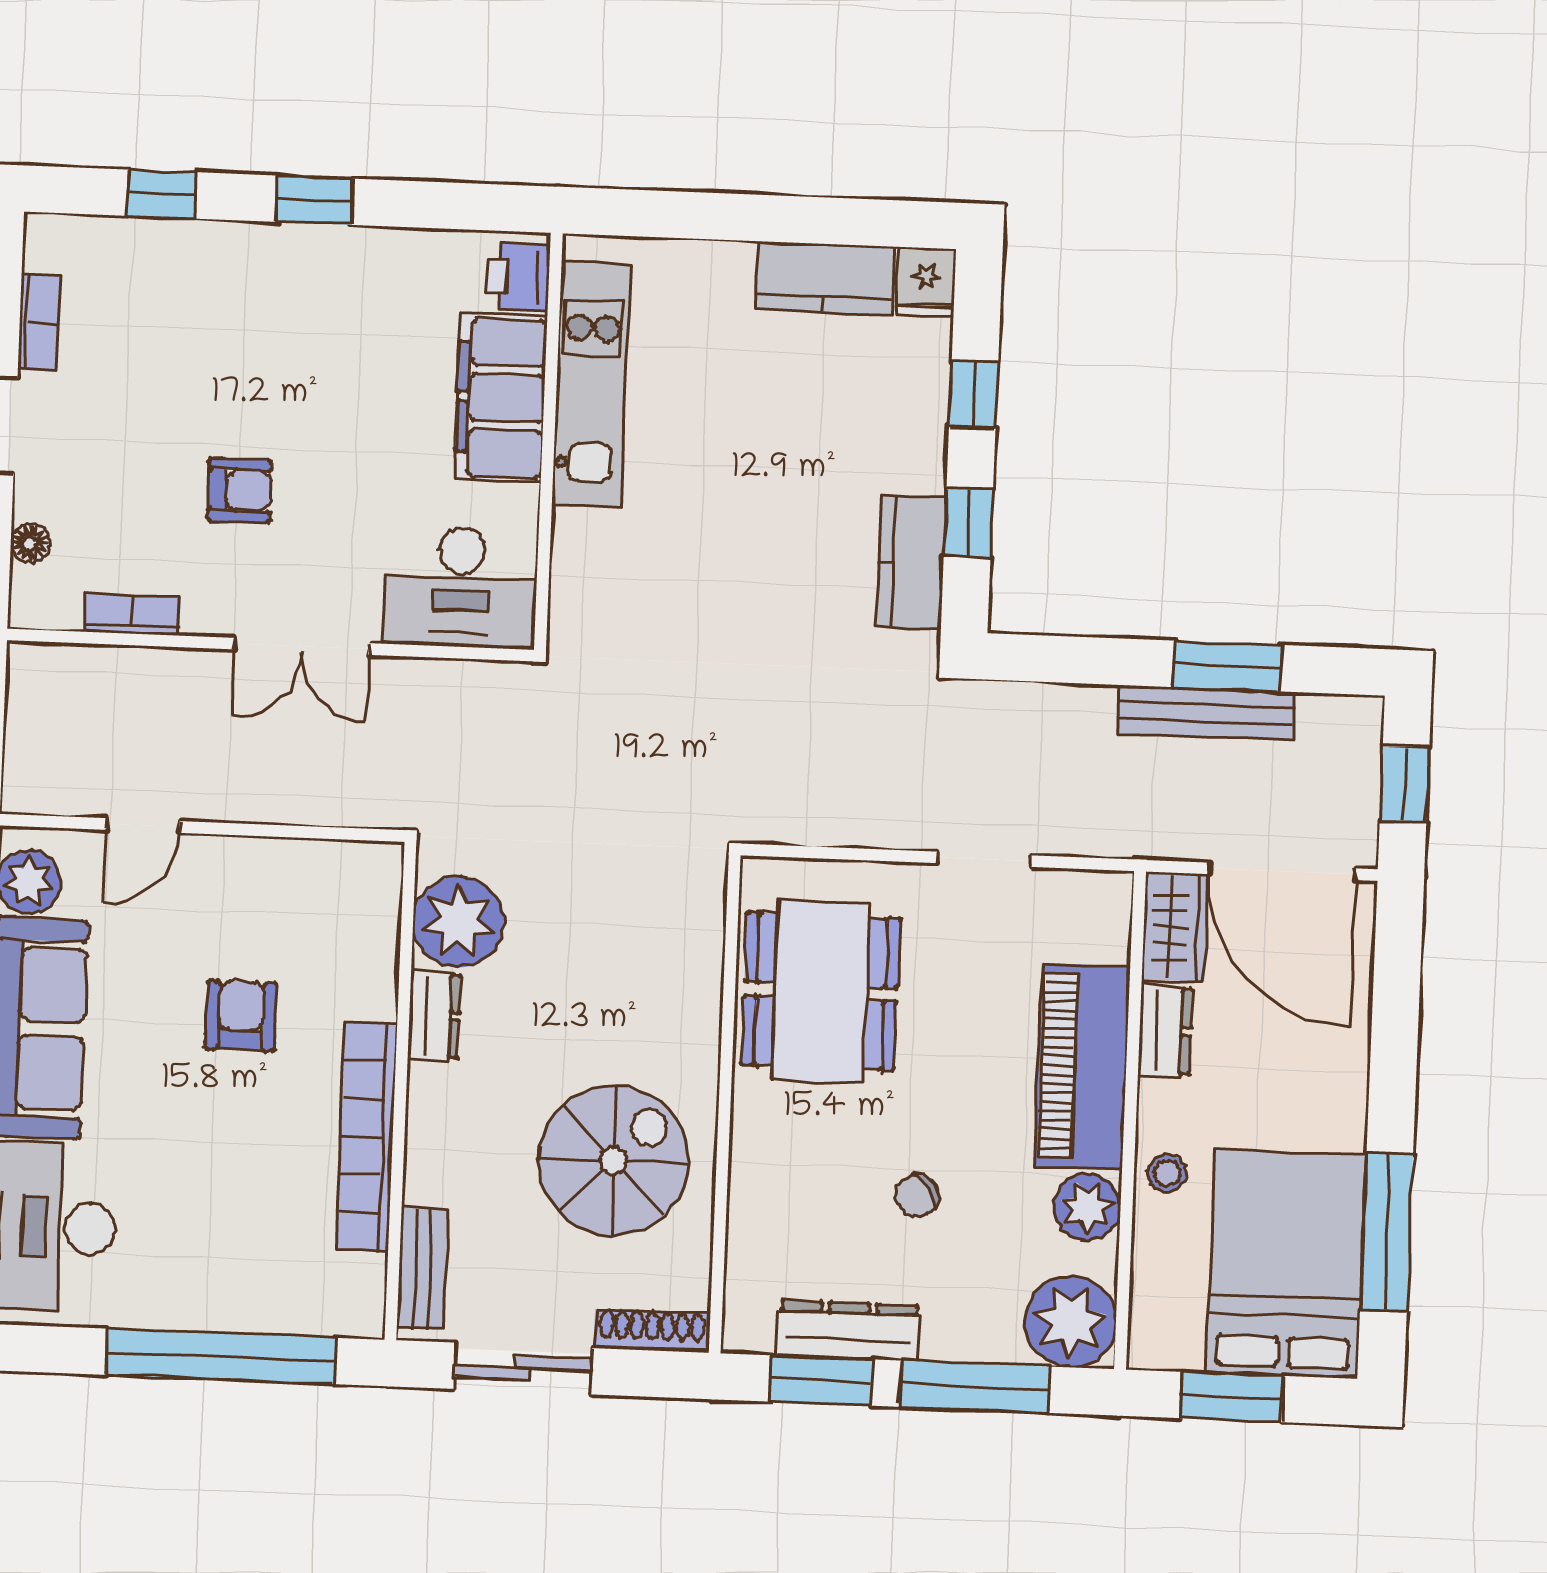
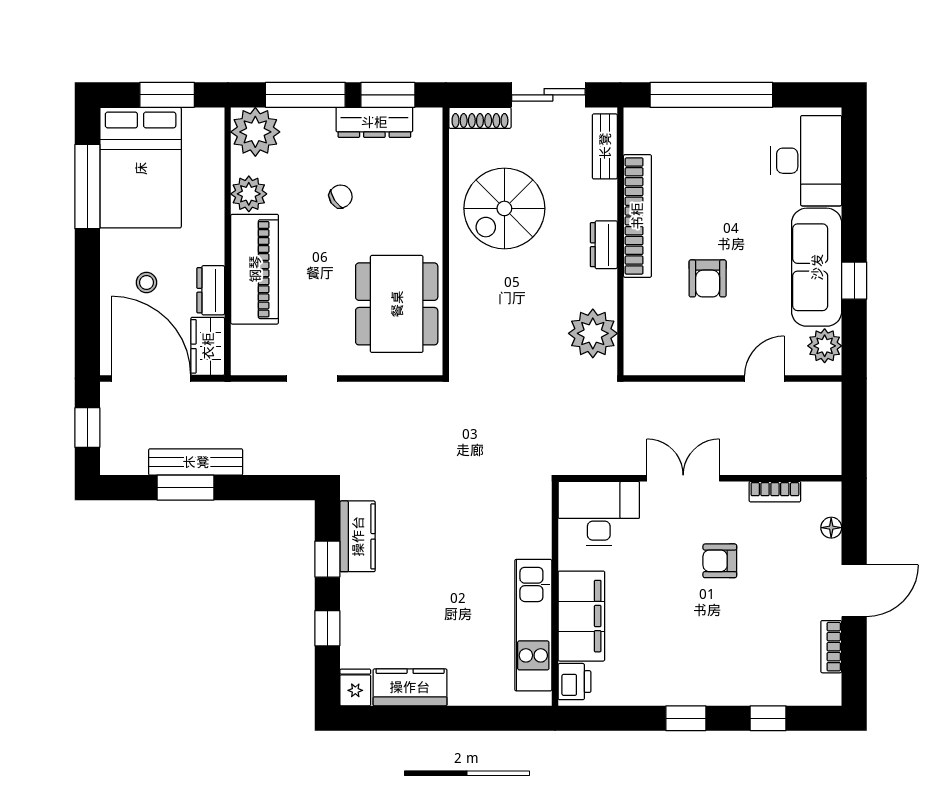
dresser: (434, 1016) -> (604, 245), moved
stool: (1167, 1173) -> (146, 282), moved

